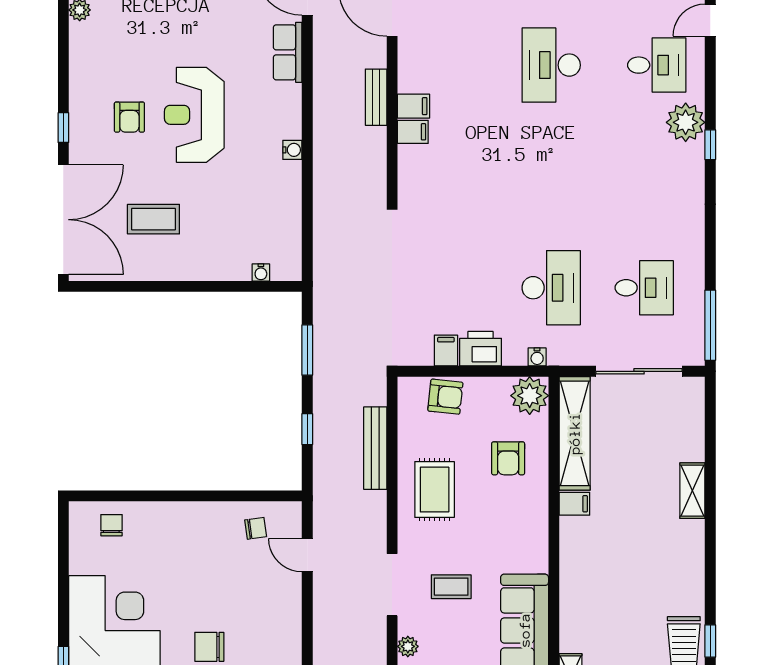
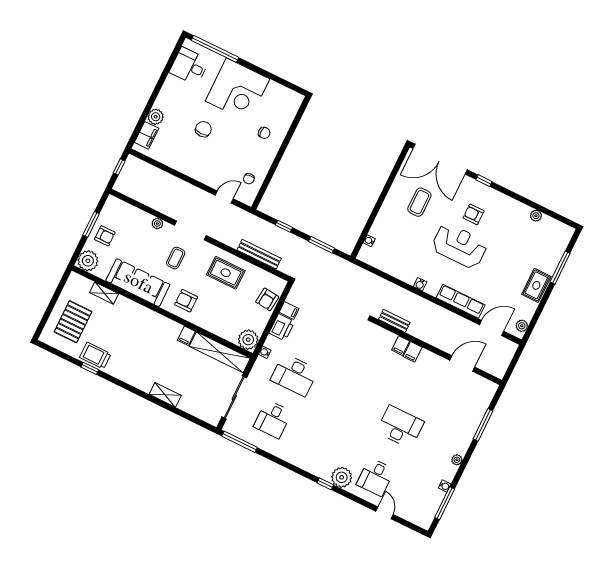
row of seats: (288, 52) -> (461, 301), width x1.48
bench: (376, 97) -> (394, 321), moved
armchair: (508, 458) -> (186, 301), moved
chair: (111, 525) -> (264, 133), moved

